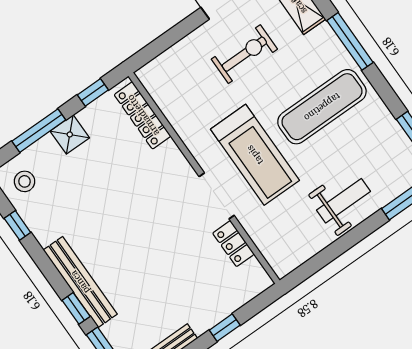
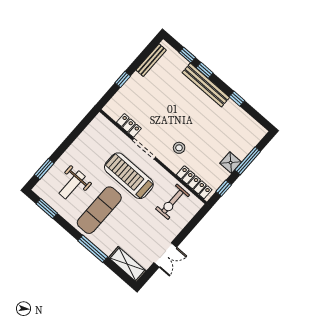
exercise bike: (244, 54) -> (172, 202), moved
stool: (25, 181) -> (179, 148), moved
weight bench: (344, 201) -> (72, 185), moved
window: (17, 225) -> (237, 99), moved

